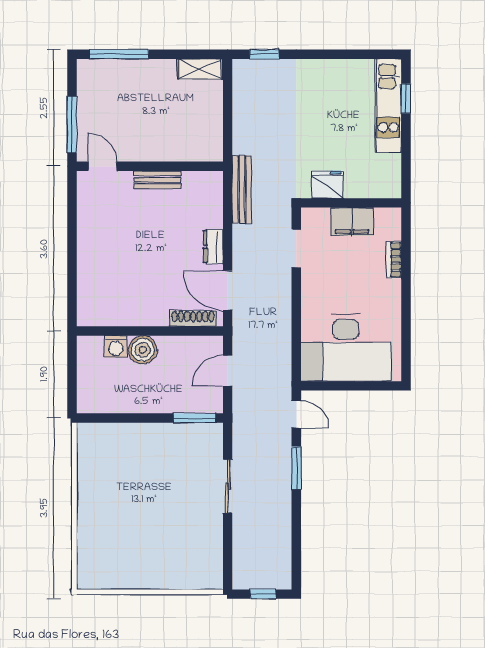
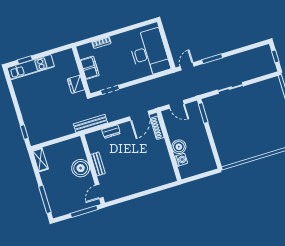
boiler: (159, 144) -> (81, 168), added
dresser: (213, 247) -> (111, 132), moved

